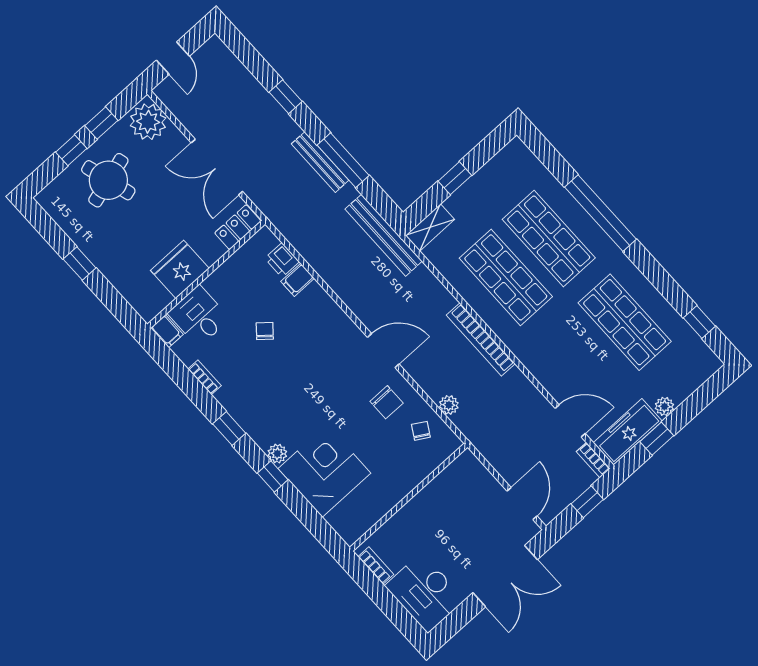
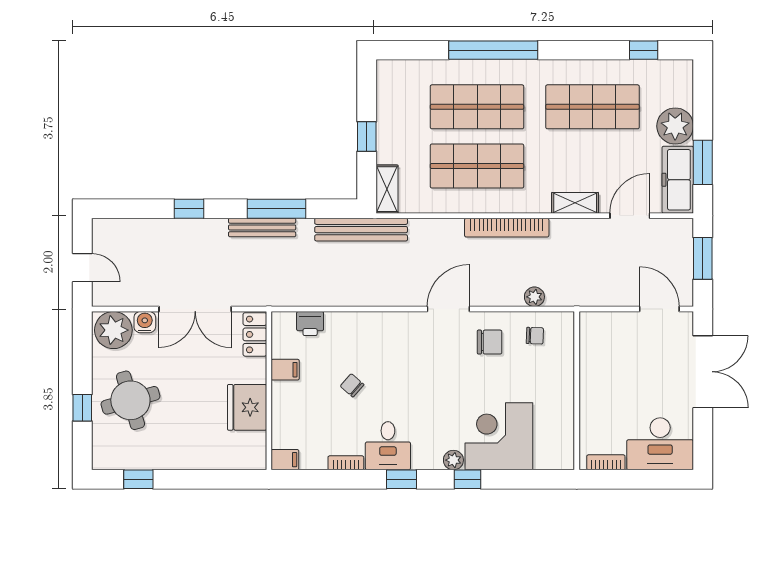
window: (101, 123) -> (82, 366), removed
water cooler: (174, 139) -> (145, 322), added
window: (80, 264) -> (138, 479), moved
filing cabinet: (298, 280) -> (285, 370), moved, turned -90
desk: (199, 316) -> (388, 446), moved, turned -90
shelving: (544, 373) -> (575, 203), added
plant: (664, 406) -> (675, 126), width x1.87, depth x1.87
chair: (421, 431) -> (535, 336), turned 151
window: (657, 439) -> (703, 162), width x1.50
bookcase: (593, 460) -> (675, 225), removed
window: (587, 502) -> (703, 258), width x1.50

